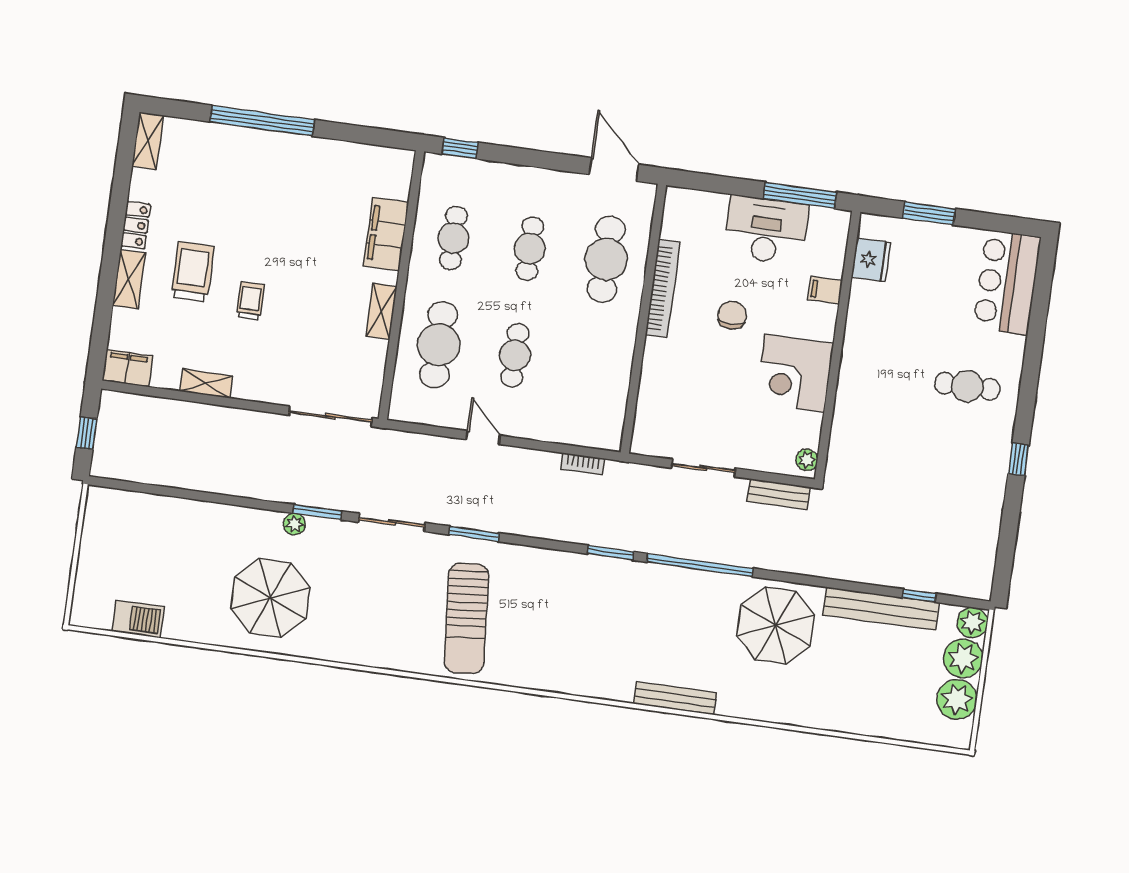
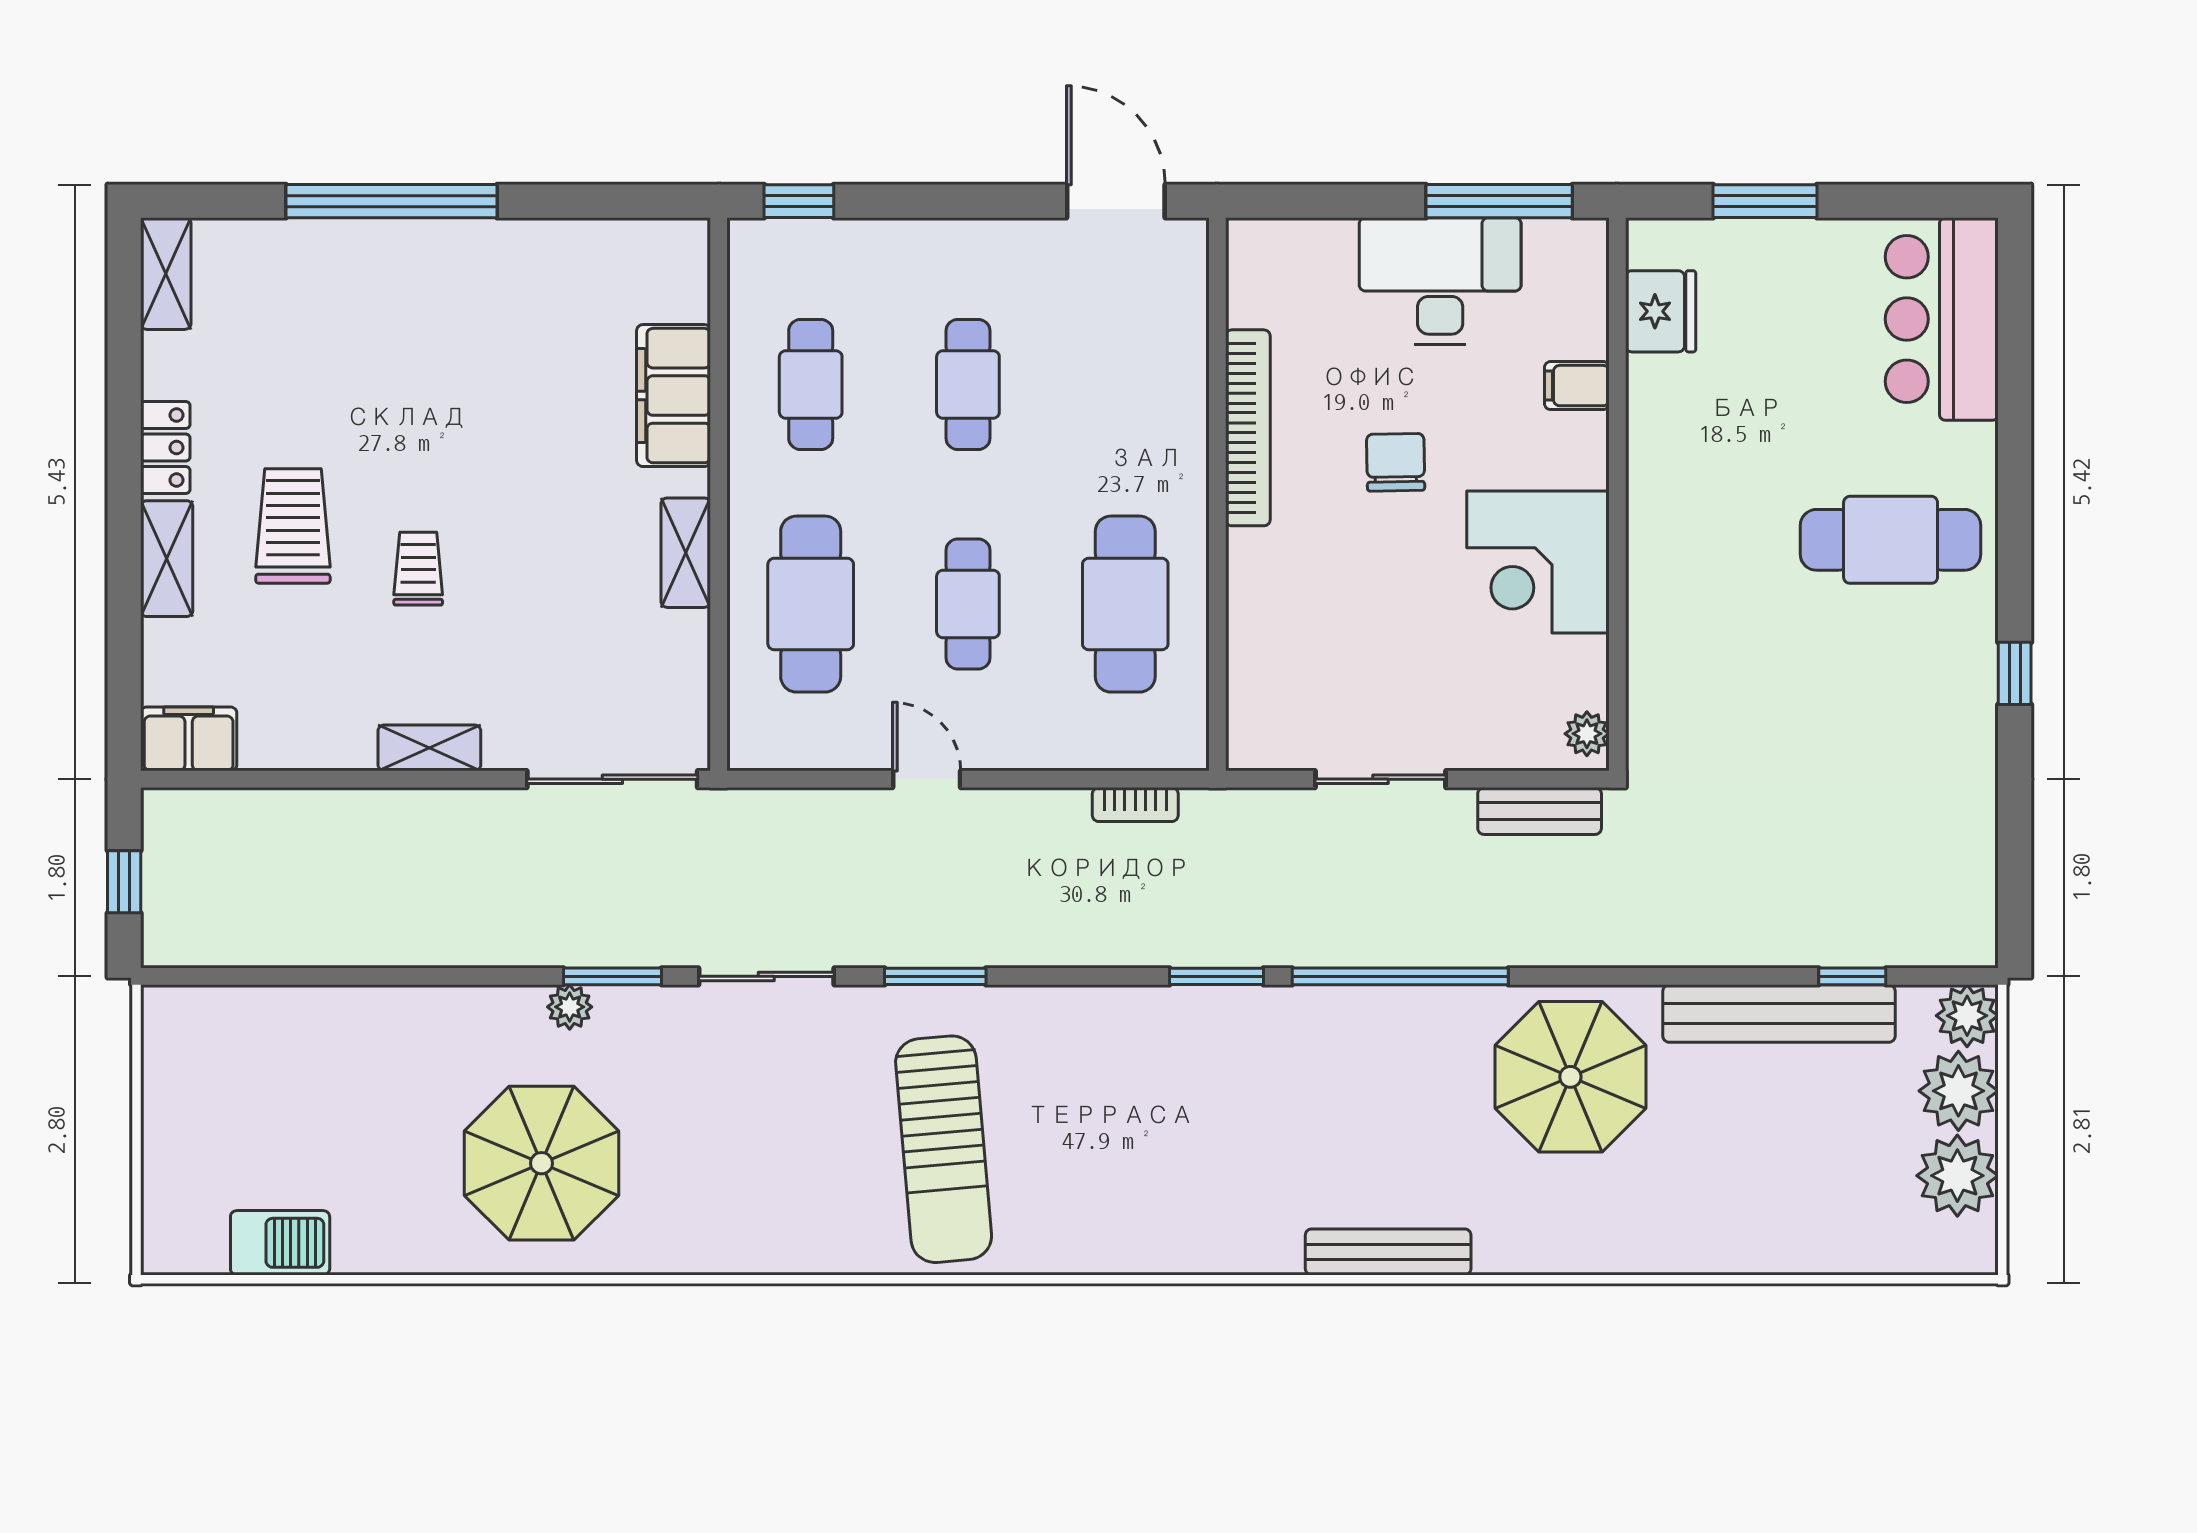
cafe table: (606, 259) -> (1125, 604), moved
shelving: (206, 384) -> (429, 748), moved
cafe table: (967, 386) -> (1891, 540), width x1.37, depth x1.35

